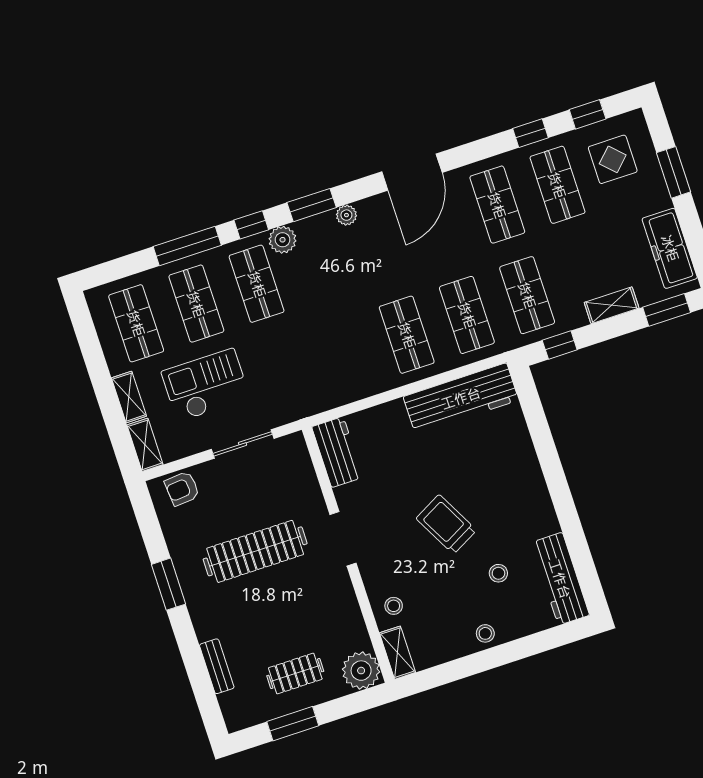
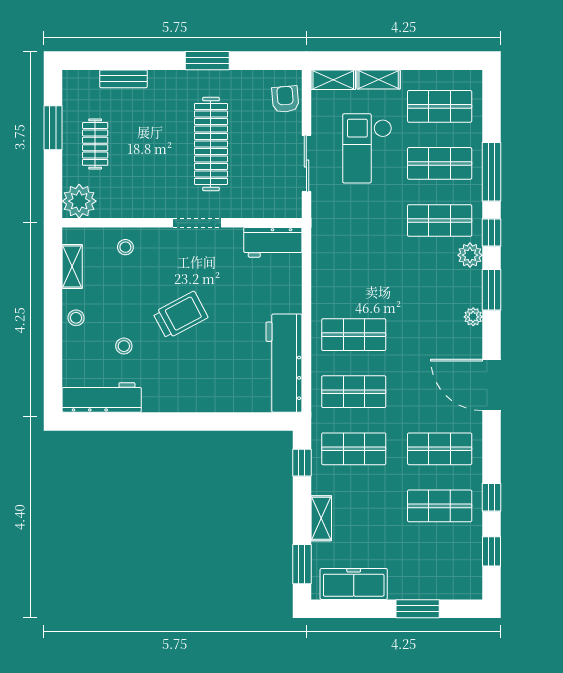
display table: (613, 159) -> (446, 560), removed
checkout: (206, 385) -> (367, 148), turned 180
shelving: (397, 653) -> (72, 267), moved, turned 90

